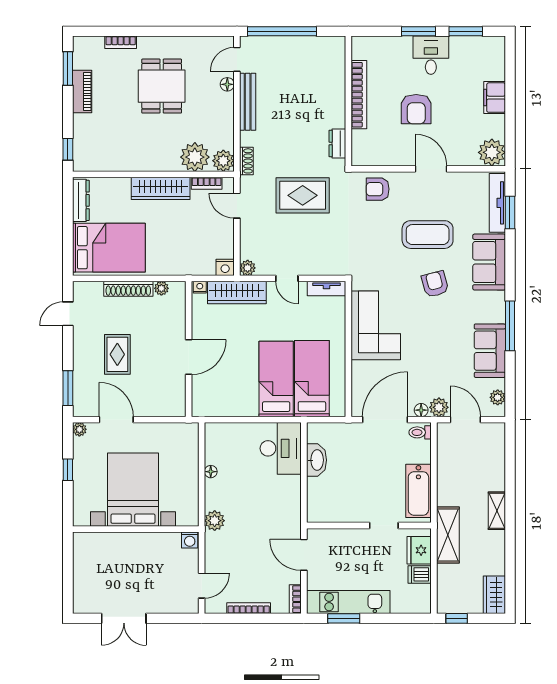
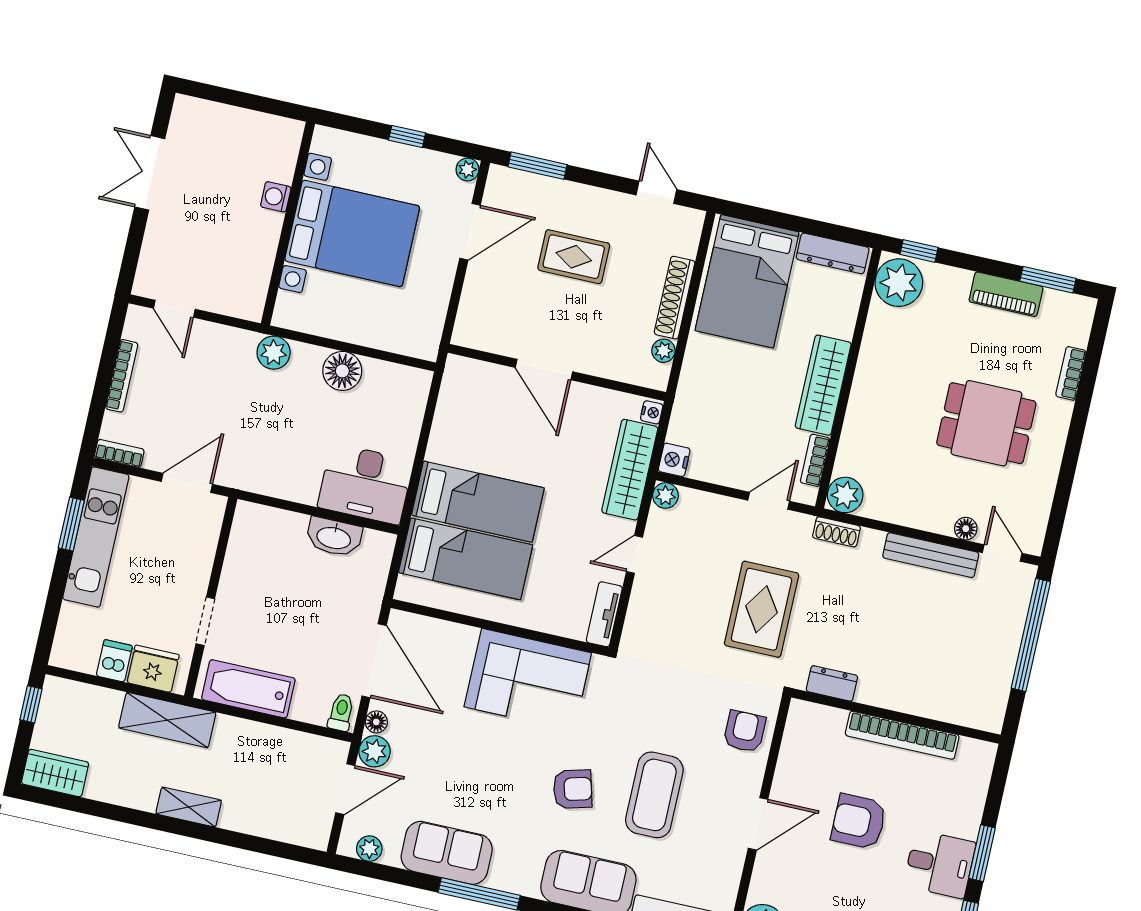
plant: (195, 157) -> (899, 283), moved
floor lamp: (211, 472) -> (342, 371), width x1.89, depth x1.89
washing machine: (190, 540) -> (276, 197), moved

